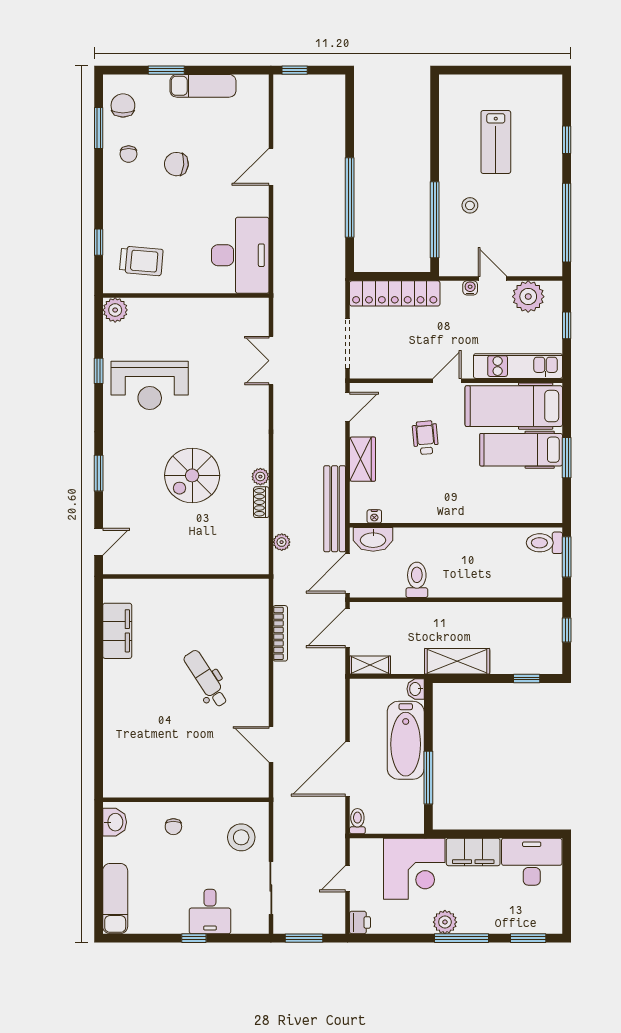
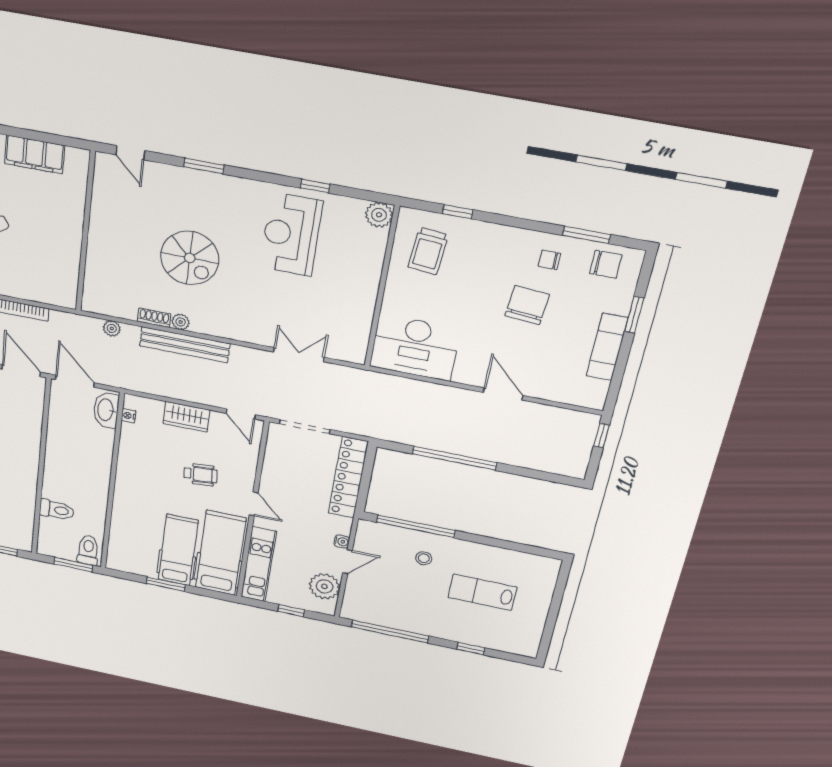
chair: (176, 164) -> (527, 305), width x1.37, depth x1.37
spiral stairs: (192, 475) -> (190, 258), turned 180
bench: (335, 509) -> (185, 345), moved
toilet: (417, 580) -> (57, 510), moved

